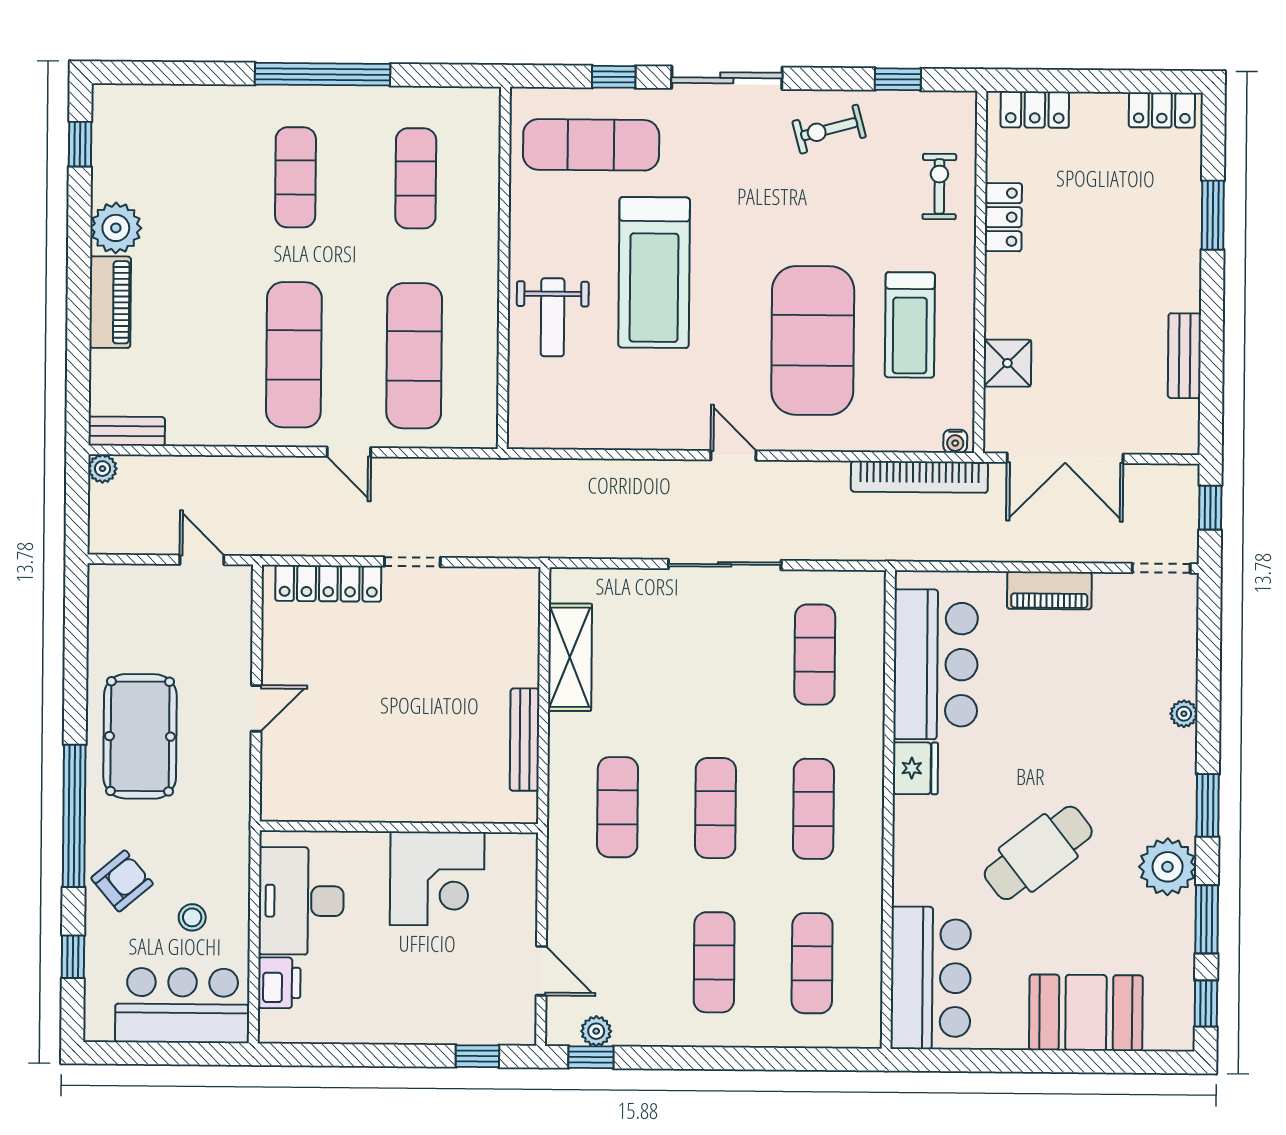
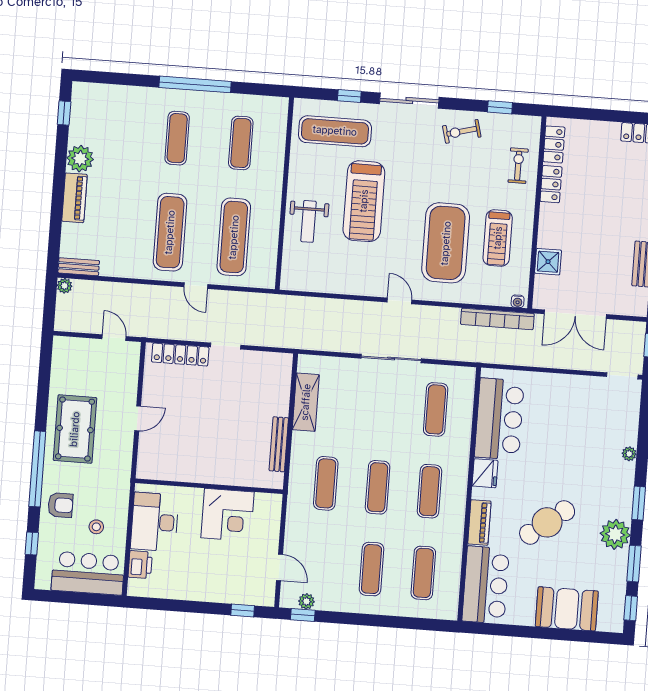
locker: (1035, 110) -> (554, 144), moved, turned -90
piano: (1049, 590) -> (479, 522), moved, turned -90
armchair: (122, 881) -> (60, 505), turned 40

